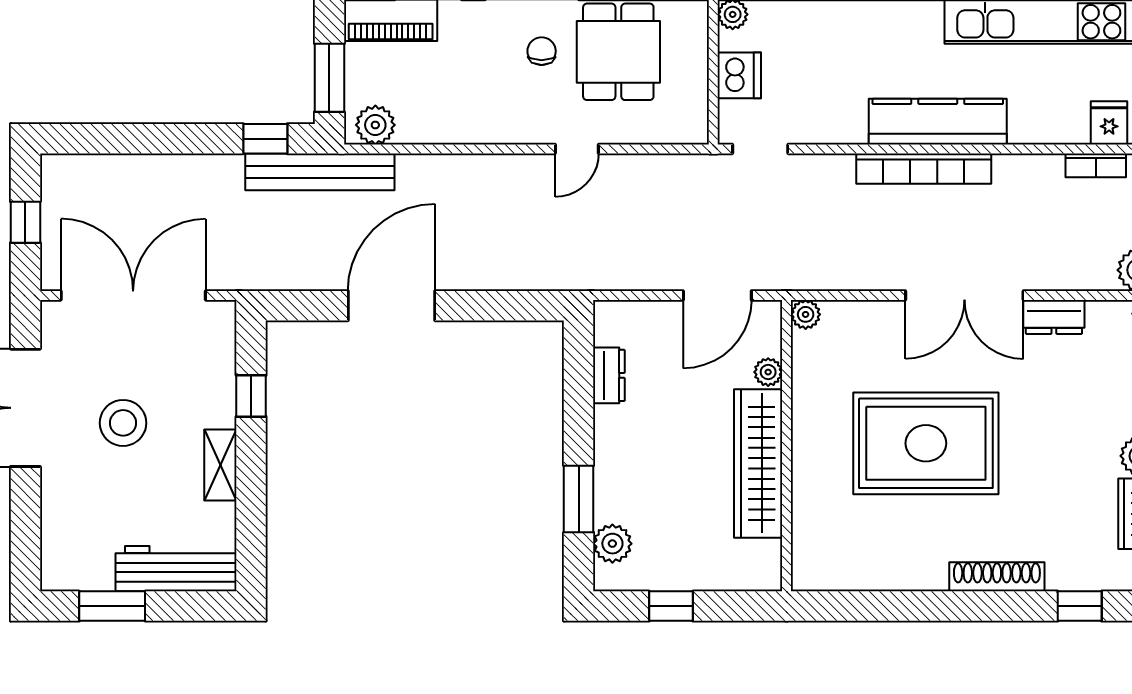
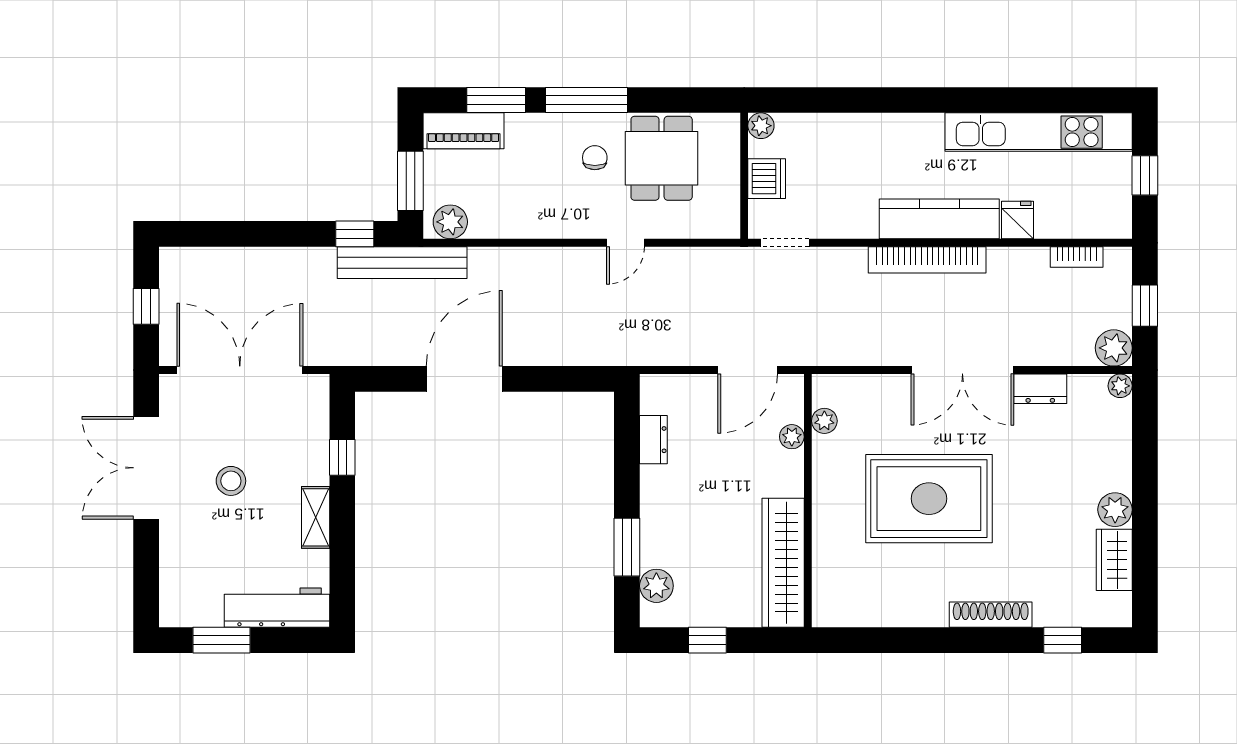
fridge: (1109, 123) -> (1017, 220), moved
plant: (806, 314) -> (824, 421), moved
stool: (123, 423) -> (231, 481), width x0.73, depth x0.73
wardrobe: (758, 463) -> (783, 563), moved

